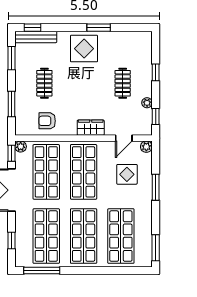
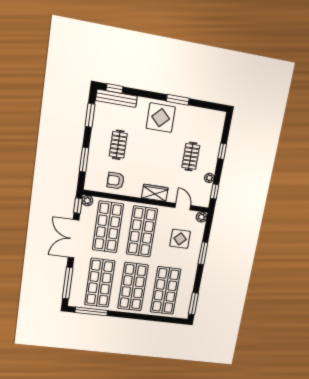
door: (124, 138) -> (183, 207), swing flipped
window: (12, 241) -> (68, 283), width x2.17

